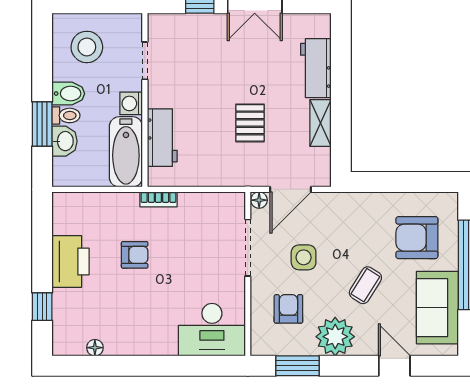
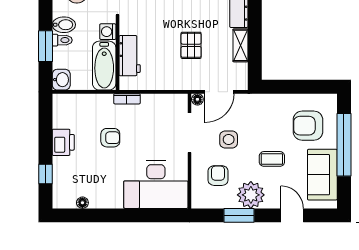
washbasin: (65, 141) -> (61, 80), moved
printer: (70, 261) -> (63, 142), width x0.73, depth x0.84
coffee table: (365, 285) -> (272, 159), turned 58
desk: (212, 330) -> (156, 185), width x1.36, depth x1.30
window: (298, 366) -> (239, 215), moved

